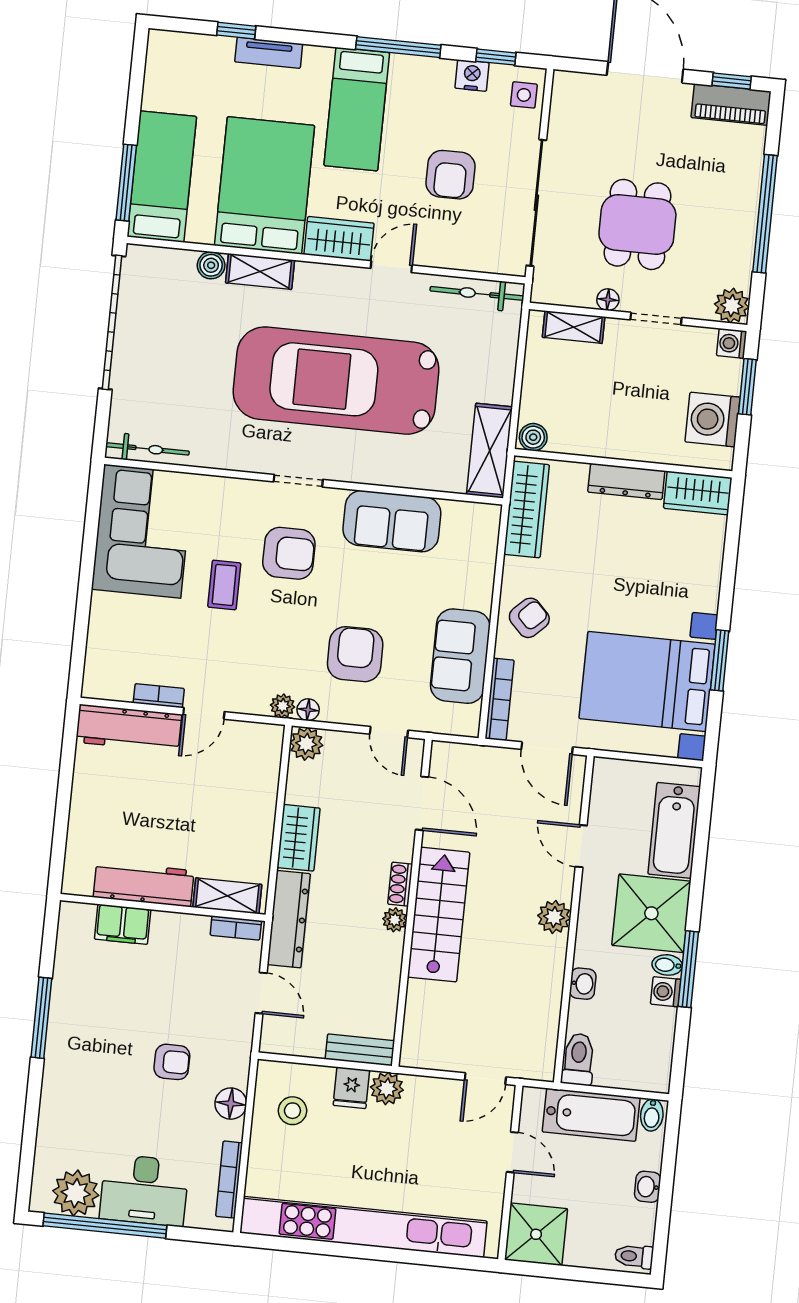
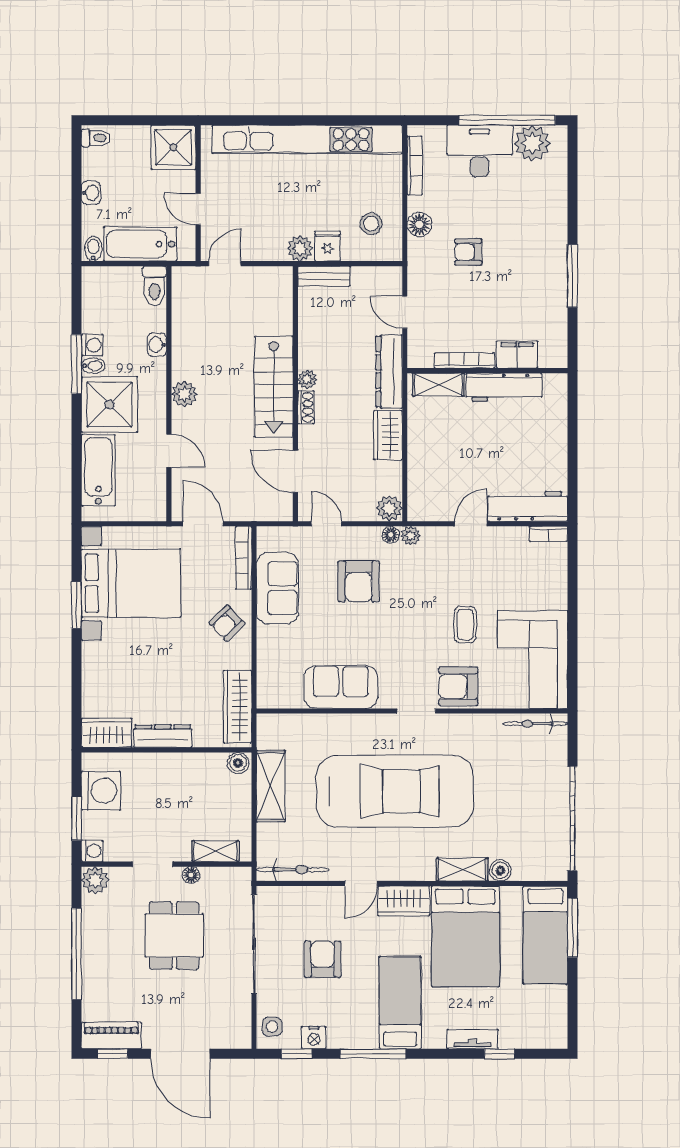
shelving: (490, 451) -> (271, 786), moved
armchair: (289, 553) -> (458, 686), moved
bookcase: (159, 696) -> (548, 534), moved
bookcase: (236, 928) -> (464, 360), moved, width x1.56

